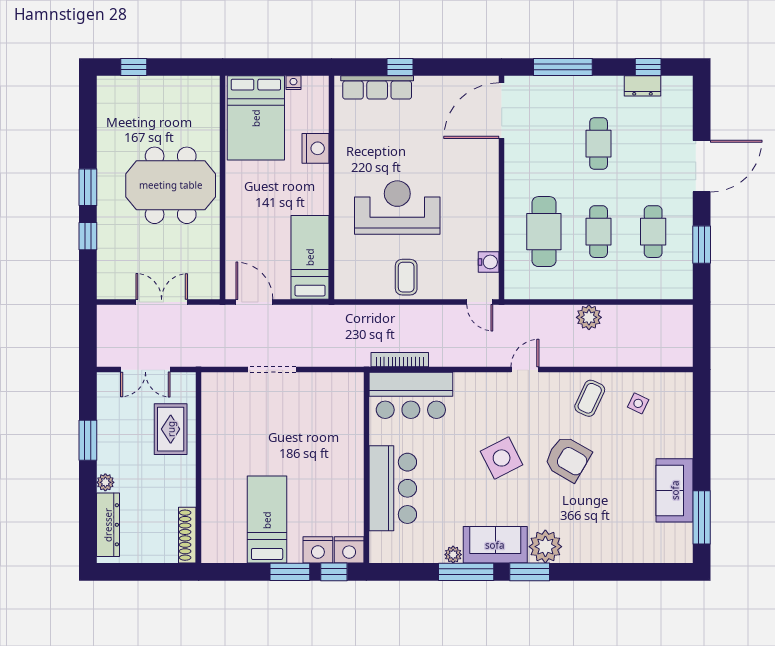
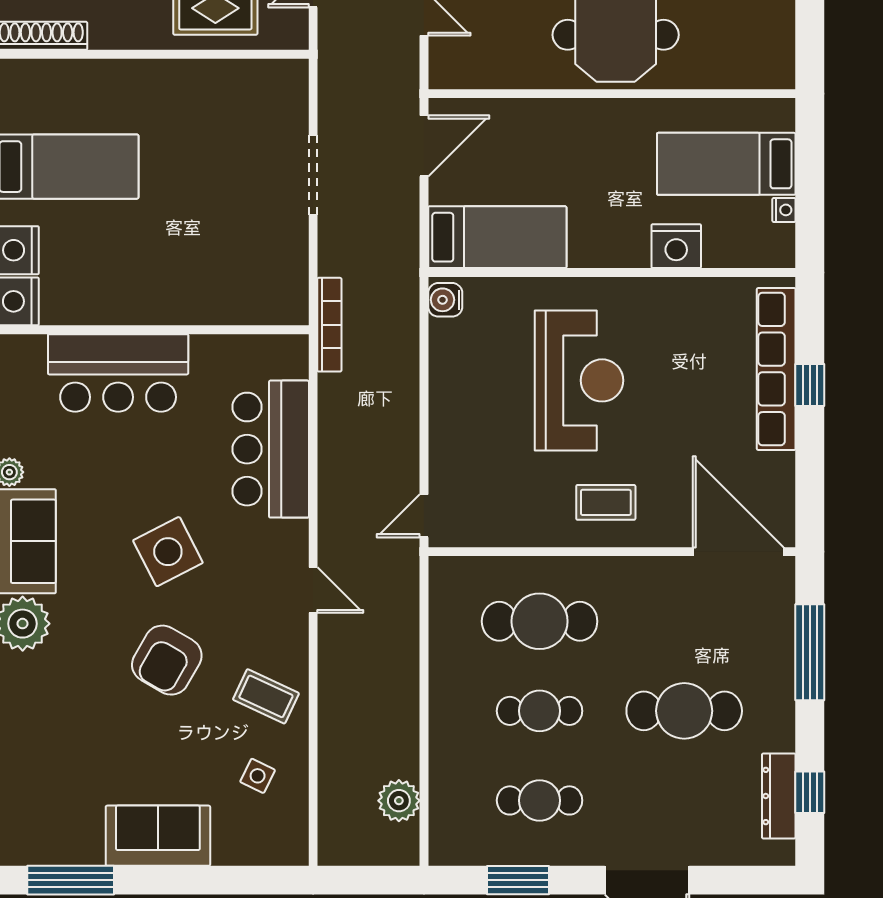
dresser: (642, 86) -> (779, 796), width x1.44
row of seats: (377, 87) -> (776, 369), width x1.36
bed: (256, 118) -> (726, 164), width x0.67
cafe table: (599, 144) -> (684, 711), width x1.37, depth x1.35
water cooler: (489, 262) -> (445, 300), moved, turned 90
coffee table: (406, 277) -> (606, 502), moved
plant: (589, 317) -> (399, 801), moved
bookcase: (400, 360) -> (329, 325), moved
bar counter: (411, 395) -> (271, 449), moved
sofa: (675, 490) -> (158, 836), moved

